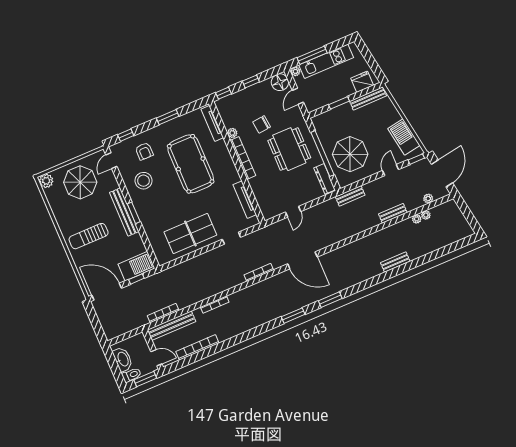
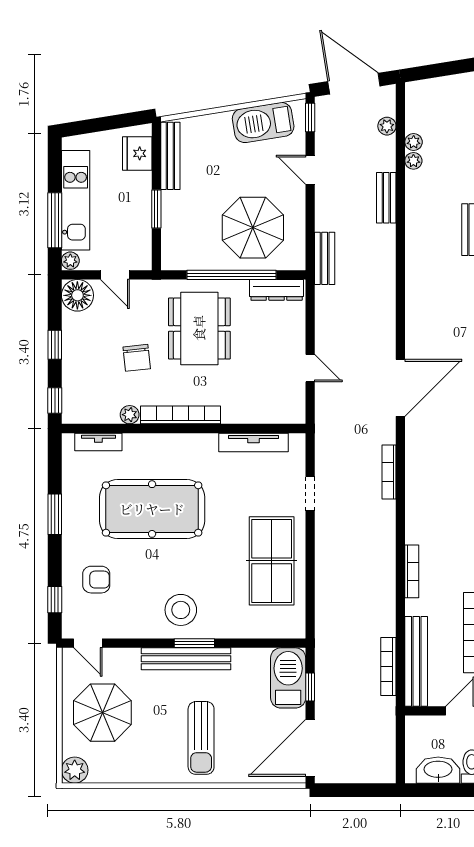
tv unit: (212, 123) -> (98, 442), width x0.71
dining table: (289, 149) -> (199, 328), turned 90
stool: (143, 181) -> (181, 610), moved

